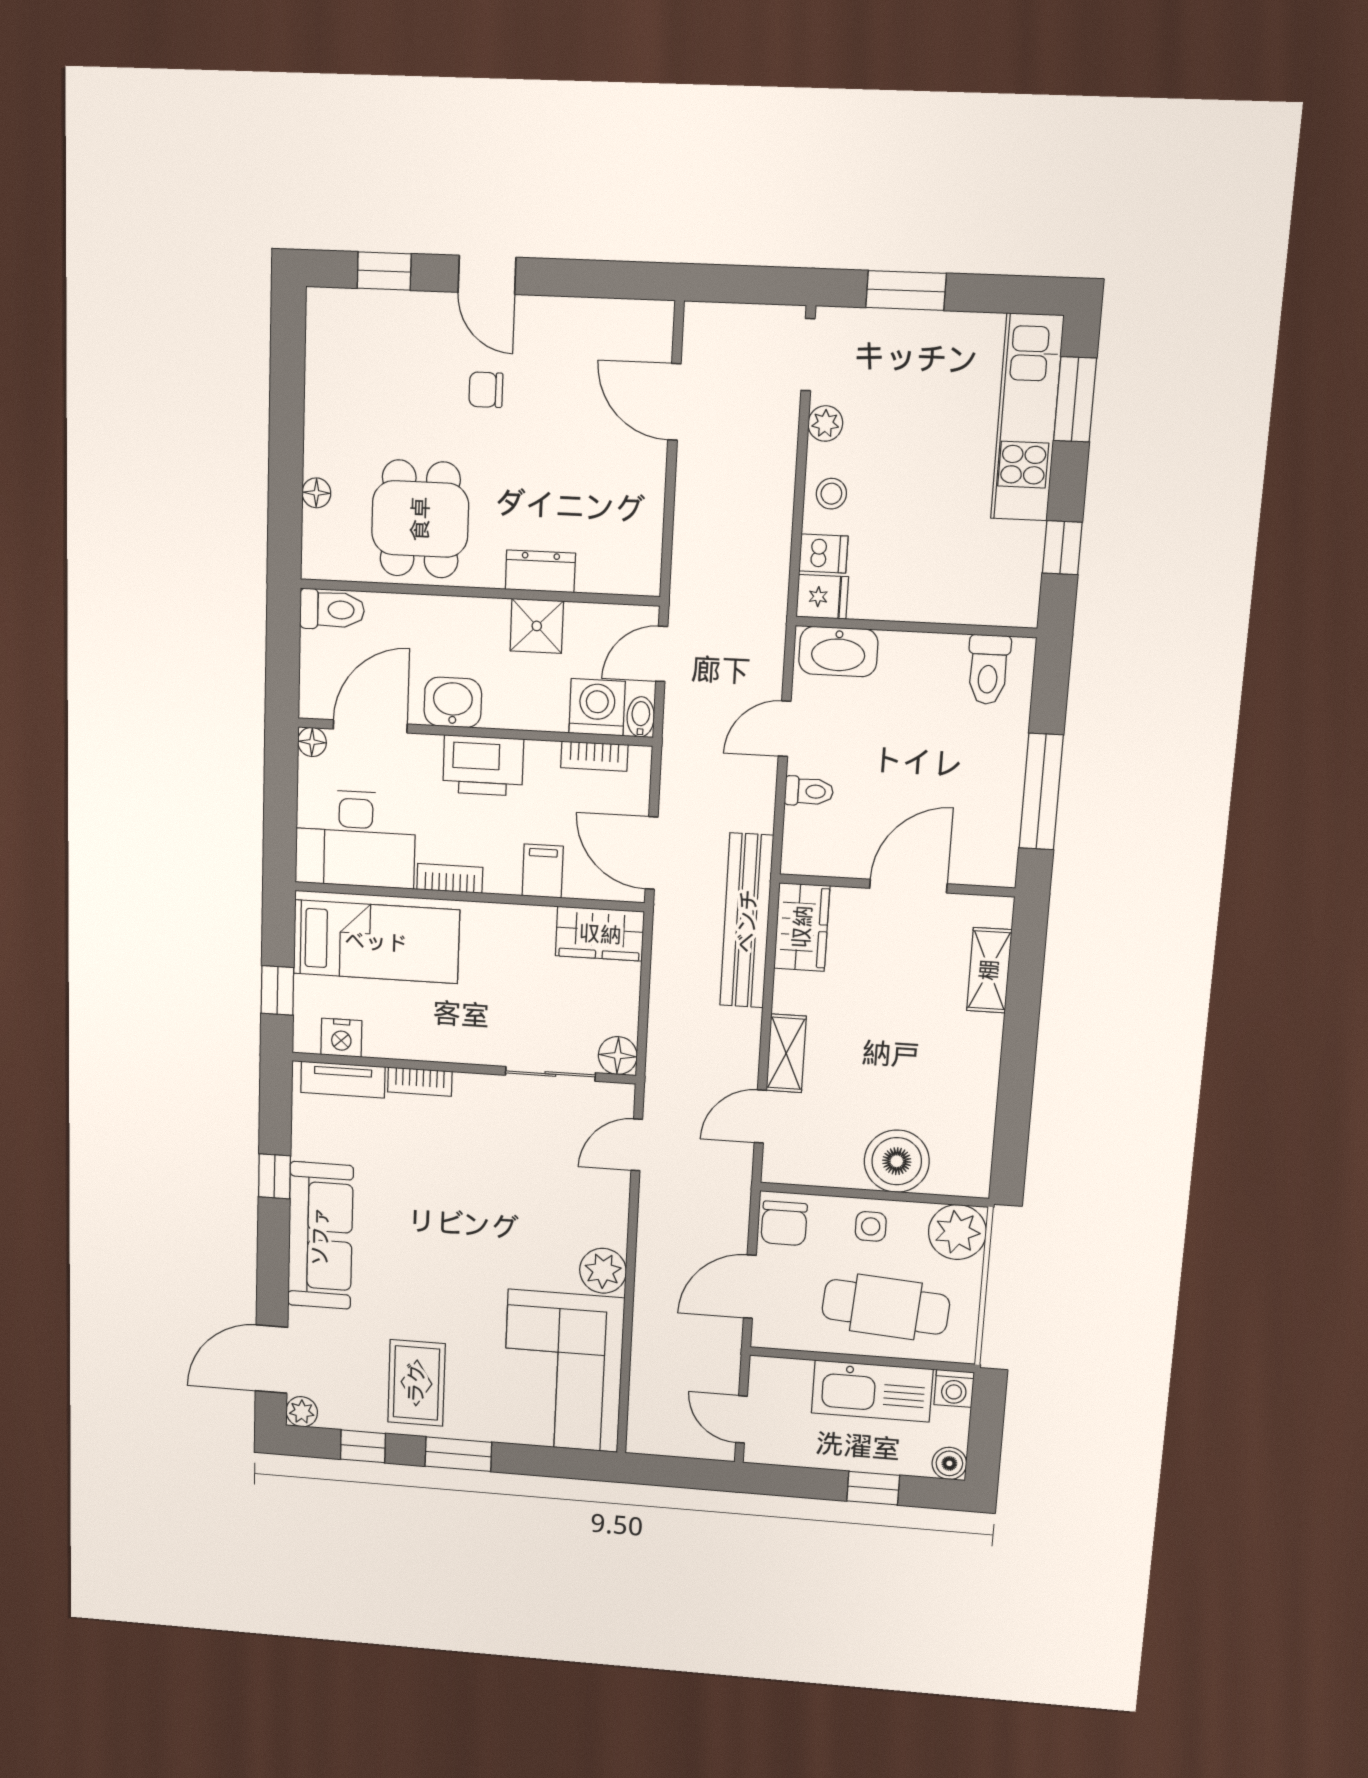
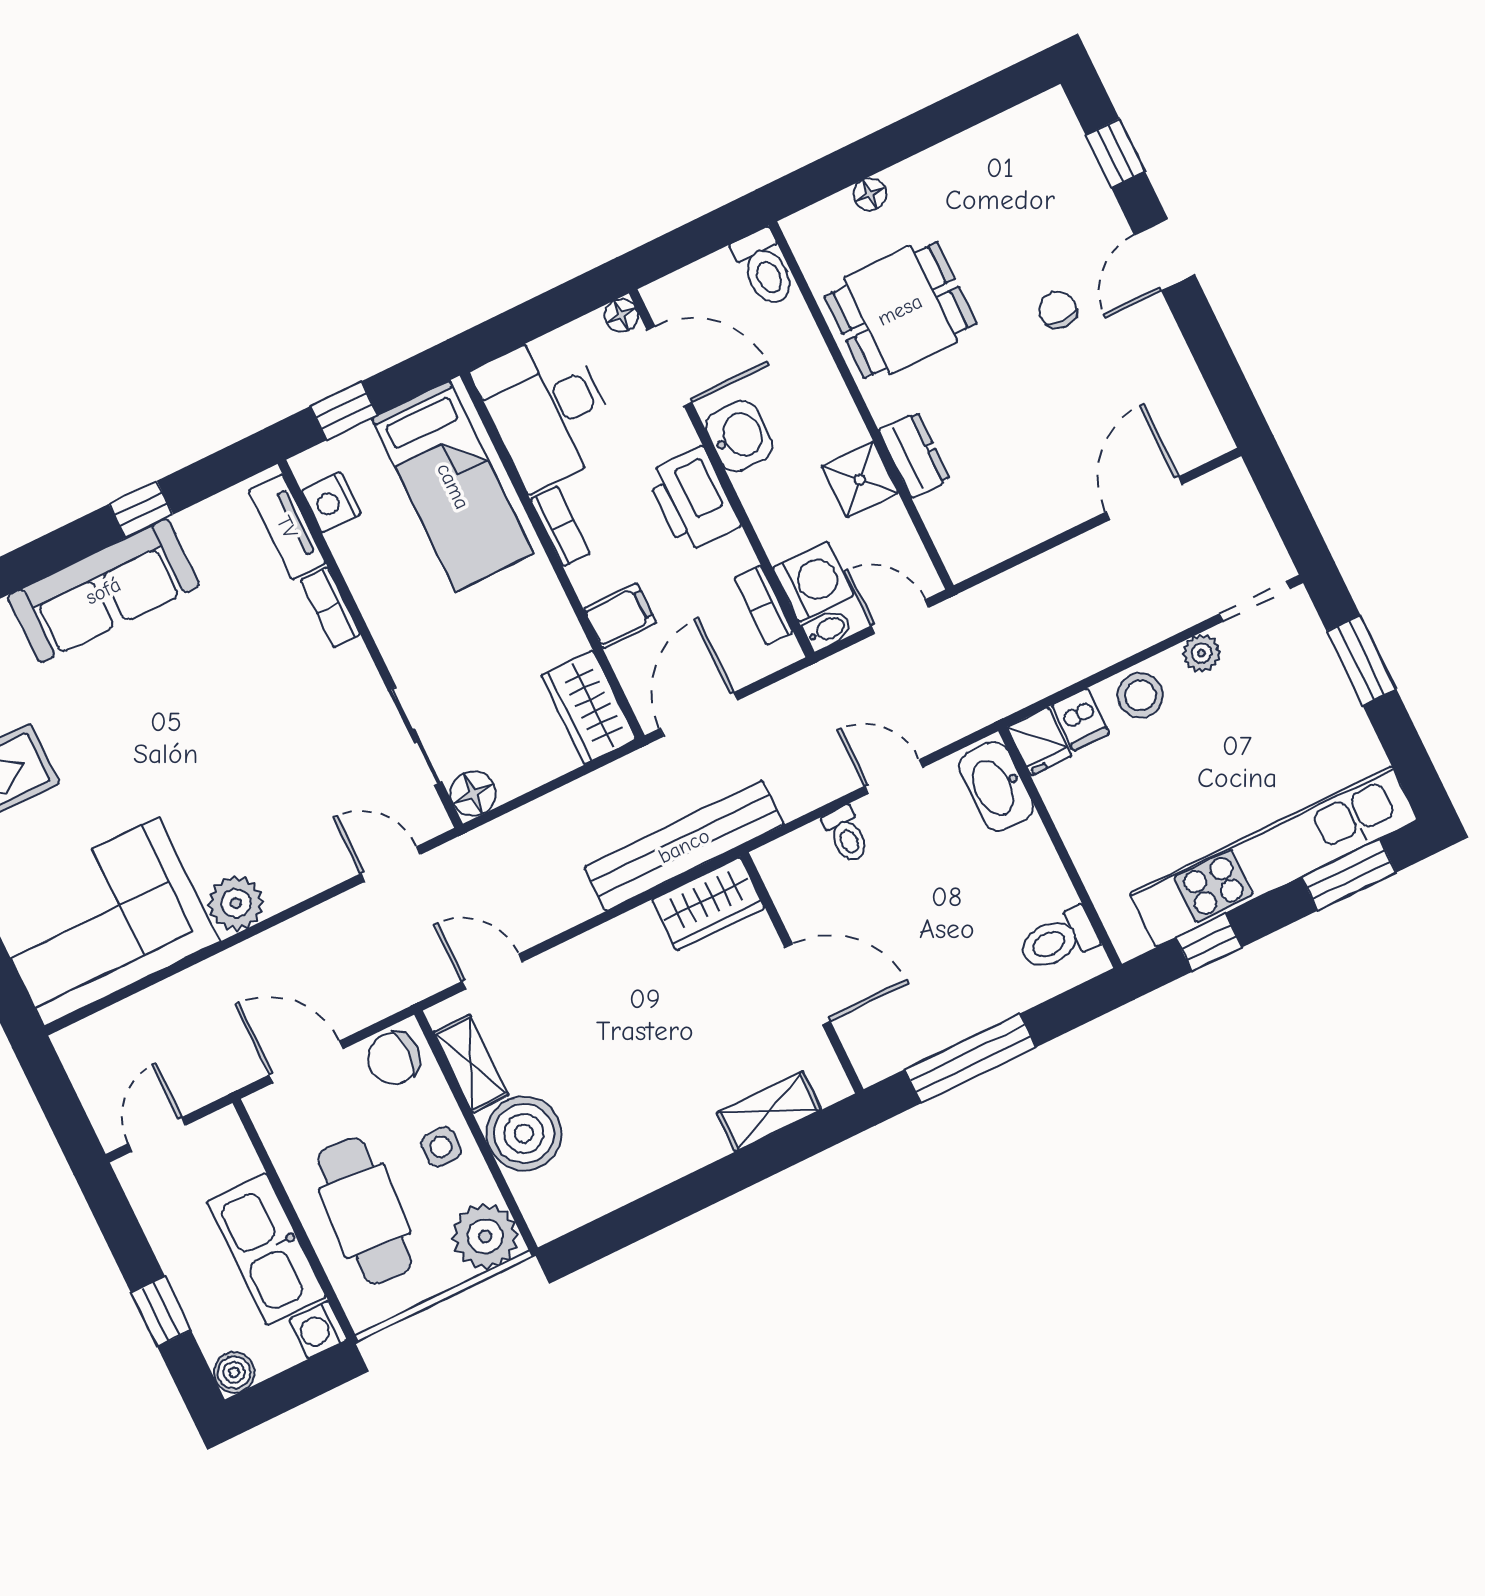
kitchen unit: (1027, 418) -> (1274, 857), width x1.36
stool: (831, 494) -> (1140, 696), width x1.37, depth x1.37
shelving: (786, 1053) -> (471, 1064), moved, turned 90

